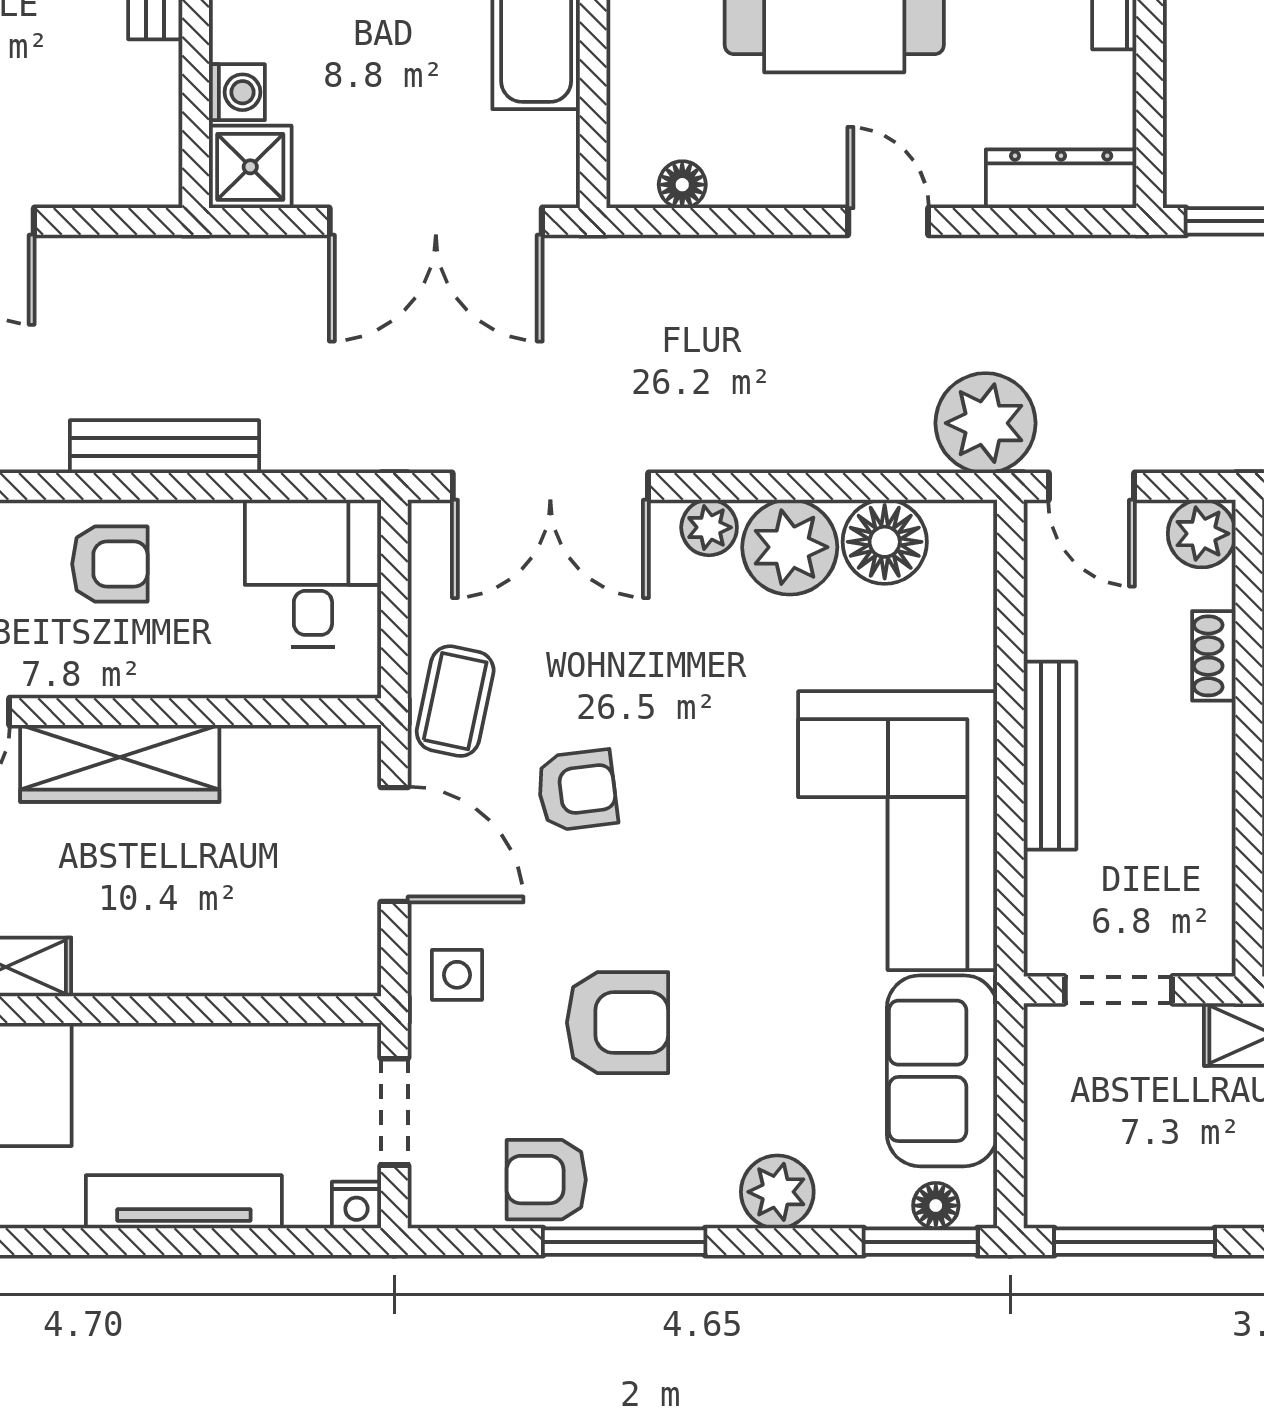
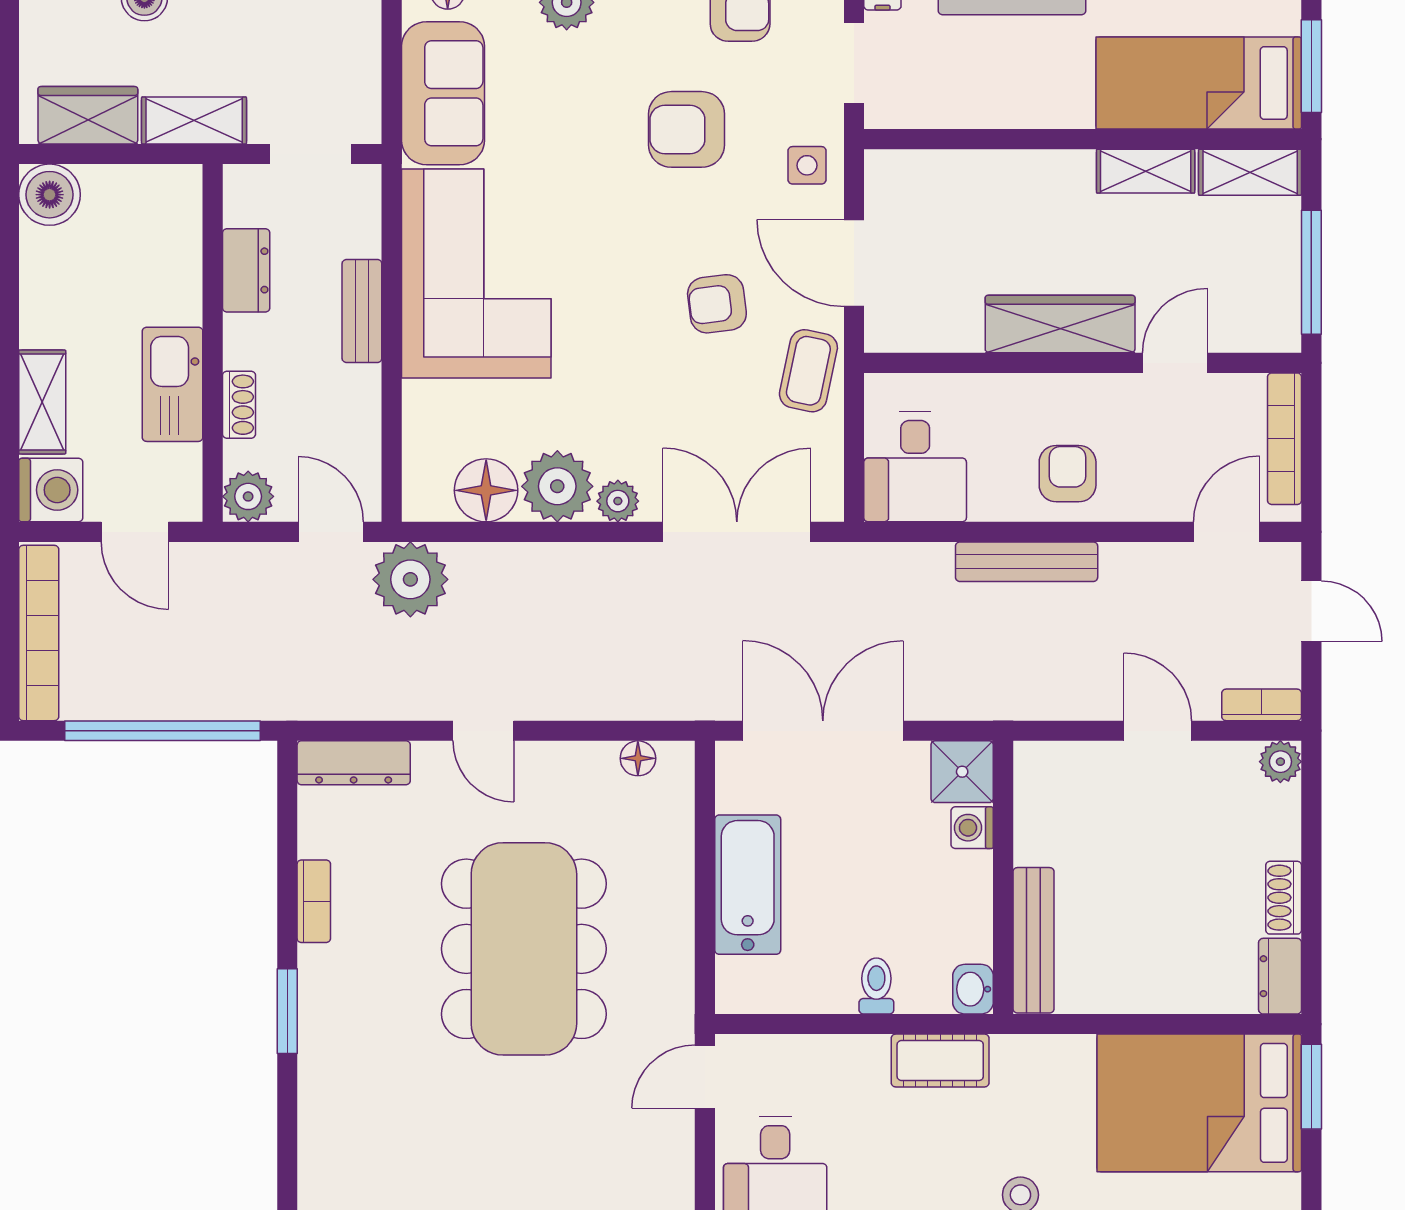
armchair: (110, 564) -> (1068, 474), turned 90
bench: (1050, 756) -> (362, 311), width x0.73
dresser: (1204, 835) -> (246, 270), added

